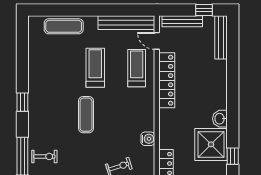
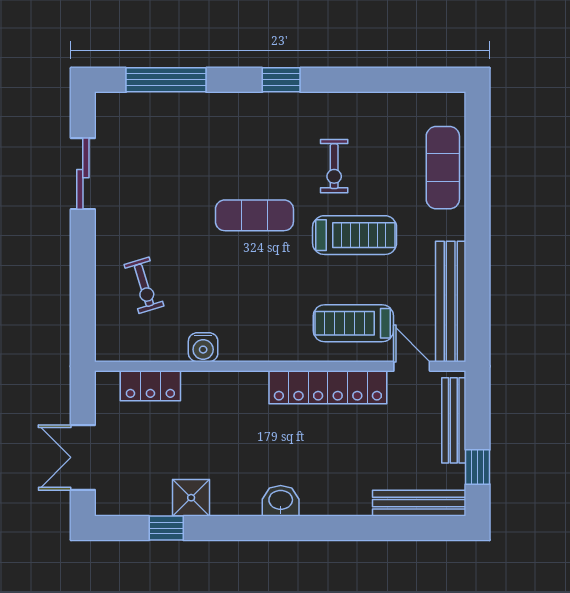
door: (157, 41) -> (412, 366), hinge flipped
treadmill: (137, 68) -> (353, 323), turned 180
washbasin: (220, 119) -> (281, 501), moved
shower: (211, 144) -> (191, 498), width x0.54, depth x0.54
exercise bike: (44, 156) -> (334, 166), moved

